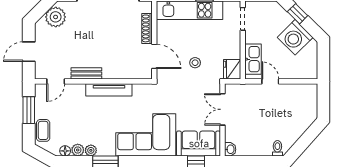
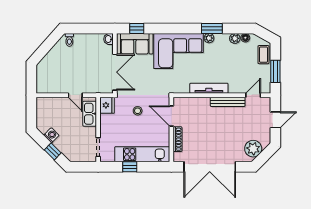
washing machine: (295, 37) -> (51, 135), width x0.53, depth x0.53
bench: (86, 73) -> (228, 102), width x1.36
double door: (222, 109) -> (115, 72), width x1.37
plant: (91, 150) -> (209, 38), moved

